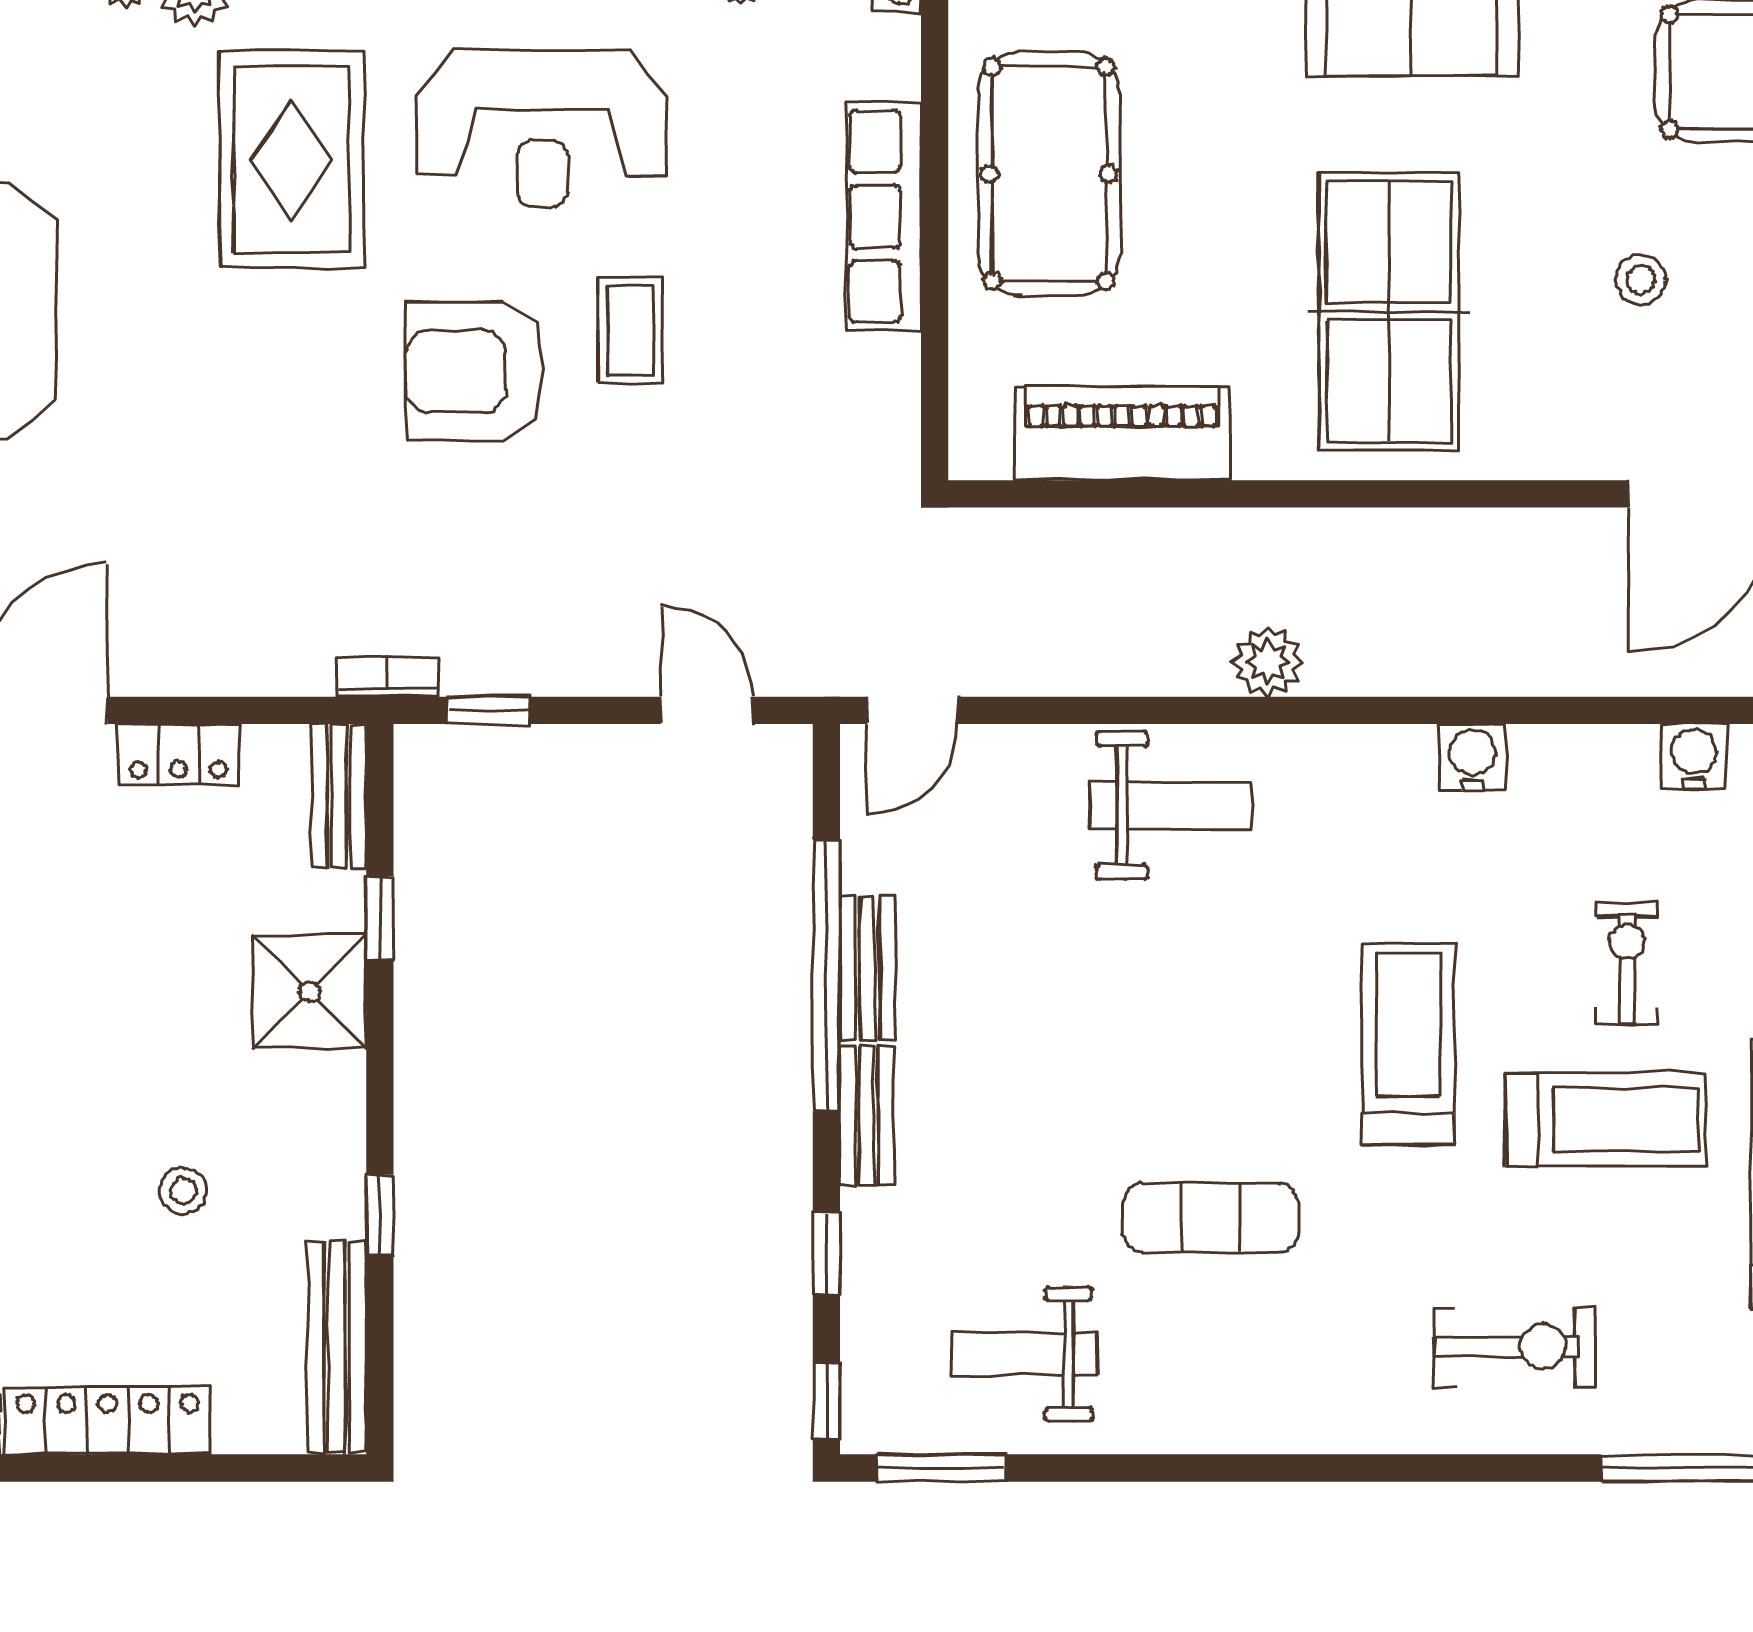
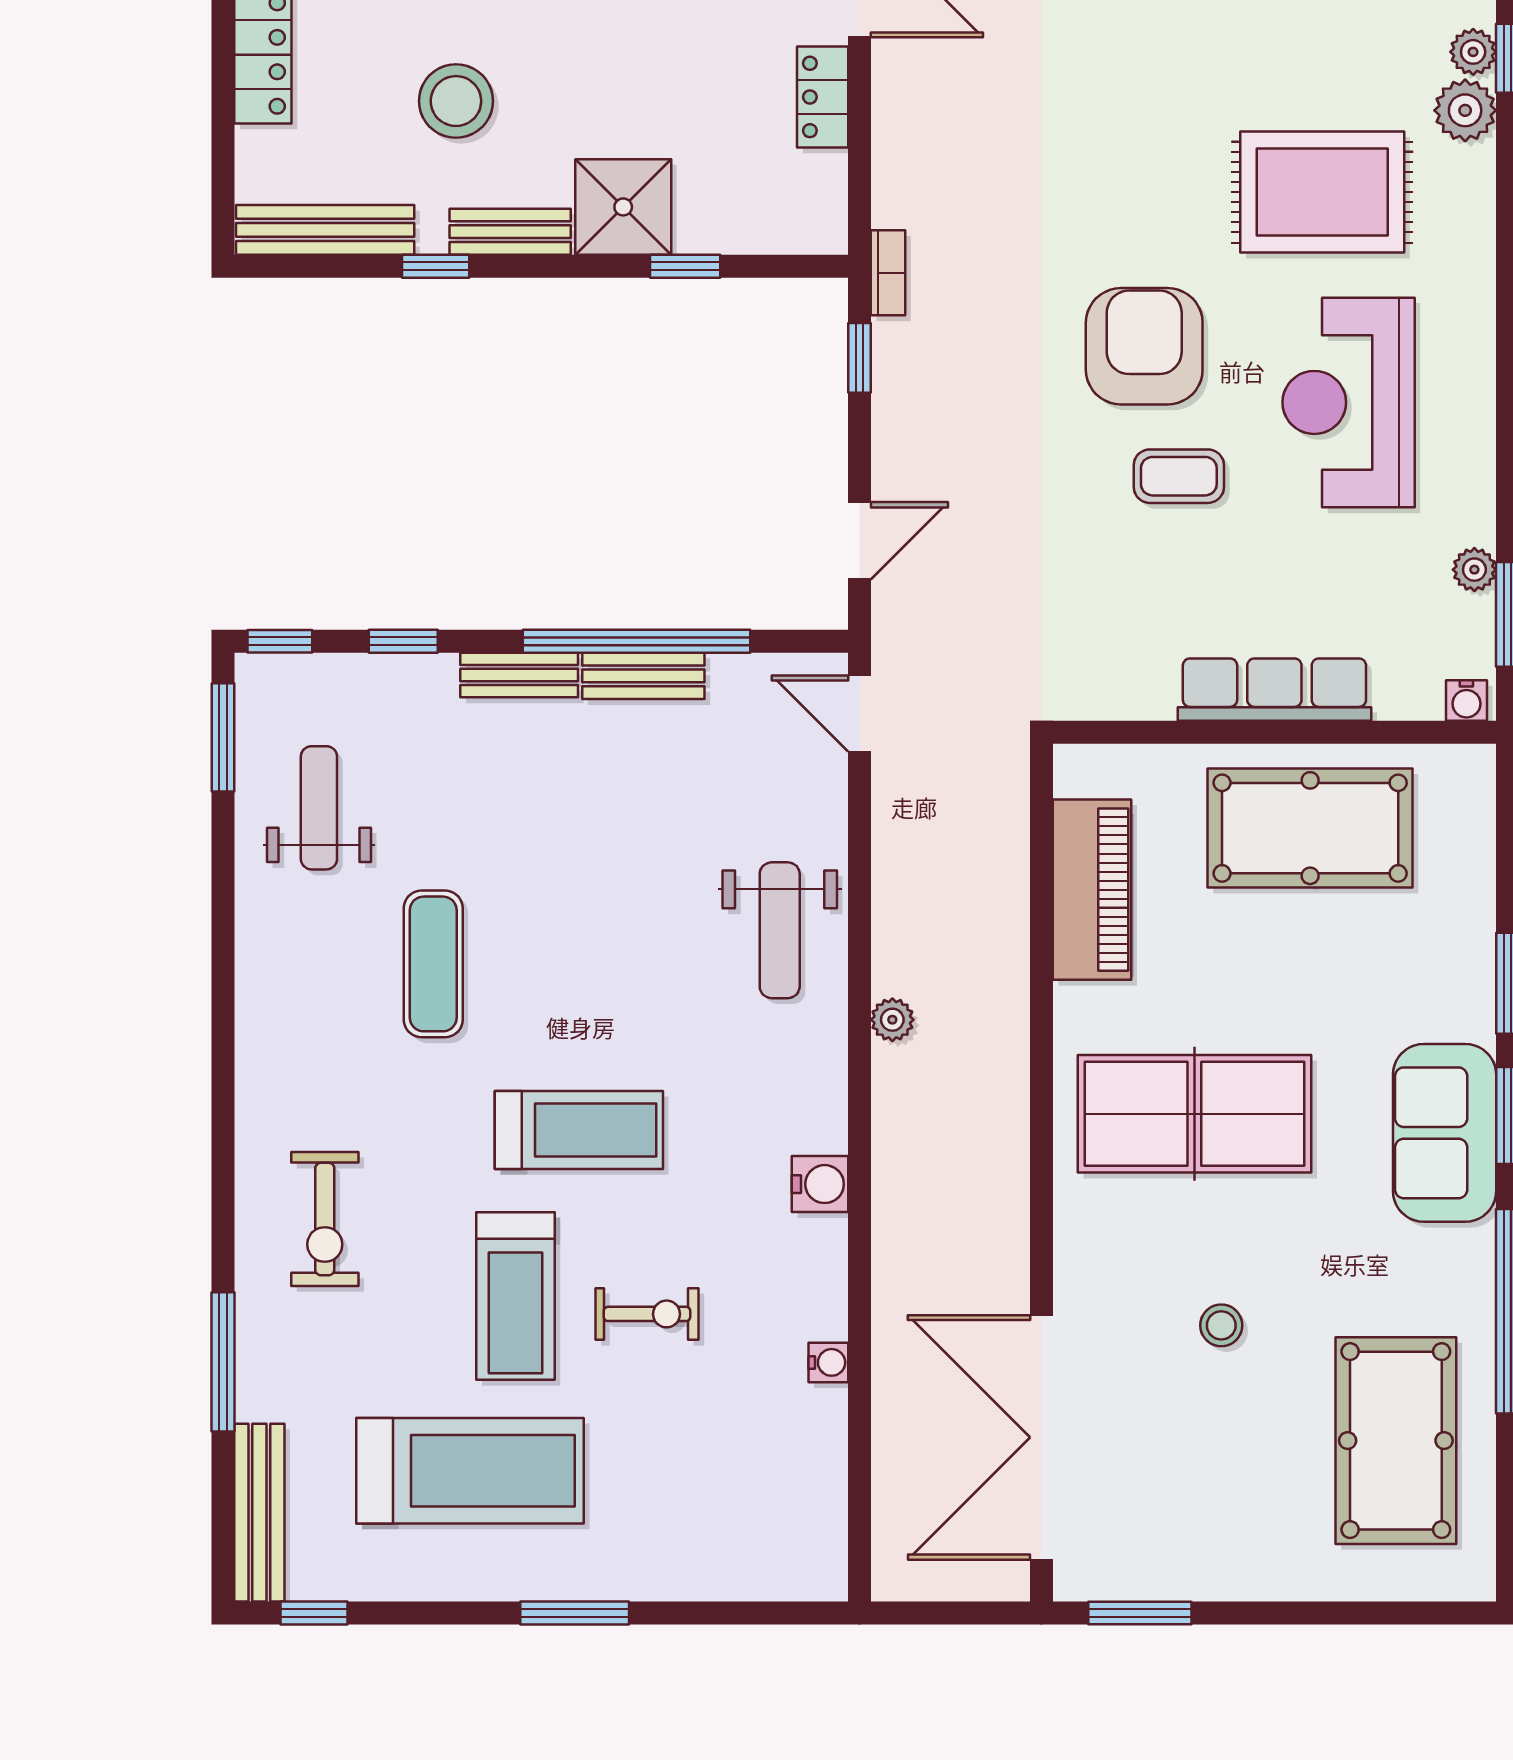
plant: (1267, 662) -> (892, 1020), width x0.73, depth x0.73
water cooler: (1694, 756) -> (828, 1362), width x0.72, depth x0.72
bench: (339, 796) -> (510, 232), moved
stool: (183, 1191) -> (456, 101), width x1.89, depth x1.89

